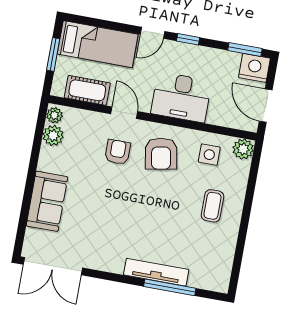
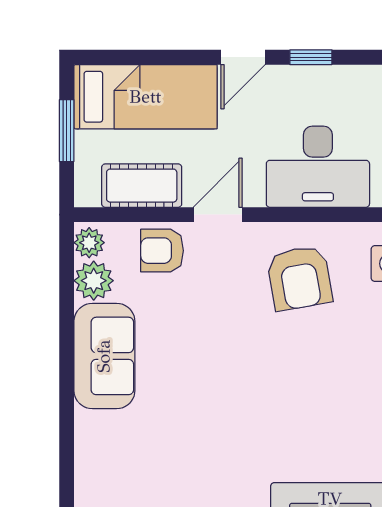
door: (124, 113) -> (218, 215), hinge flipped
armchair: (118, 152) -> (162, 251), moved, turned -90
sofa: (47, 201) -> (104, 356), moved

